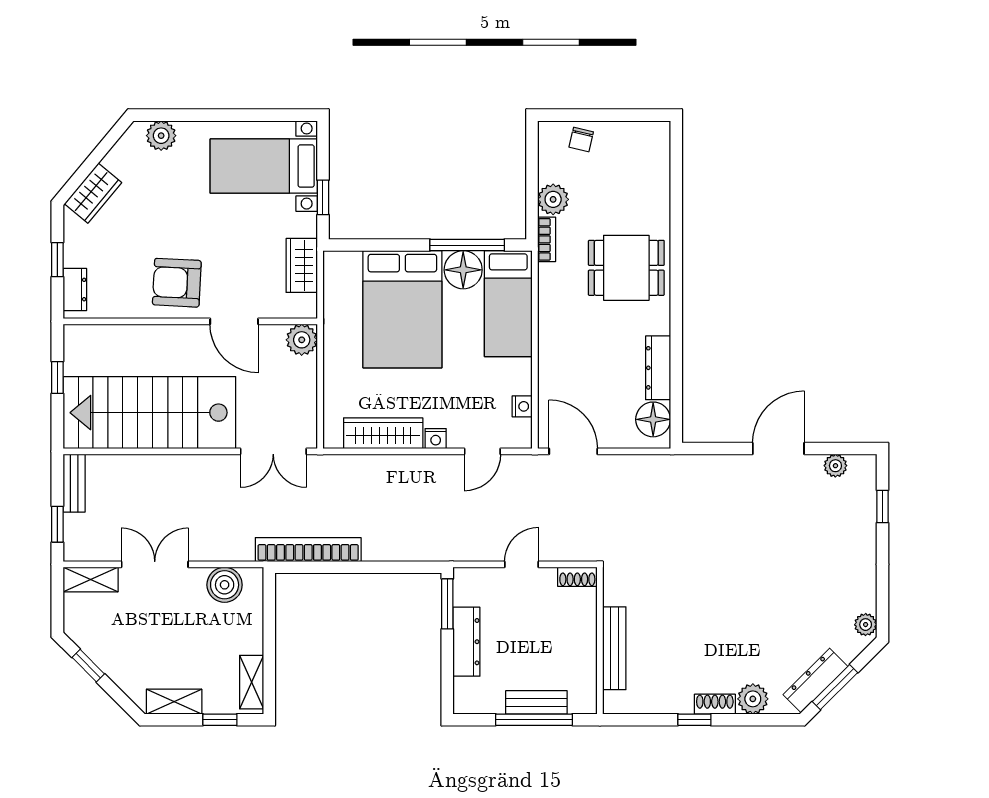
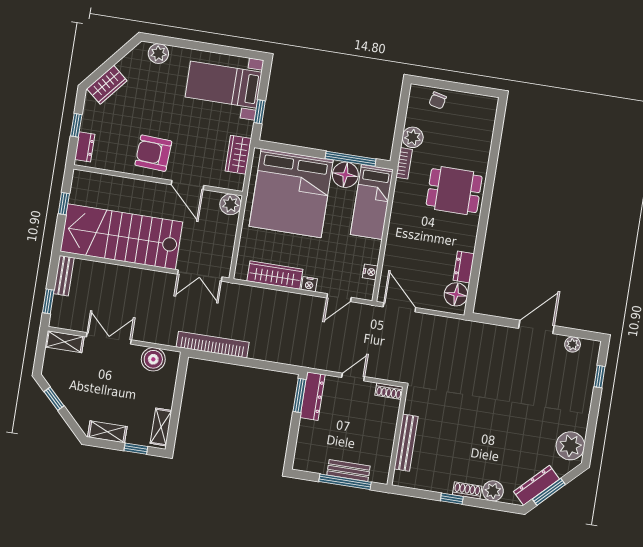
bed: (402, 309) -> (291, 193), width x1.36
dresser: (658, 368) -> (464, 267), width x0.70
plant: (866, 625) -> (570, 446), width x1.87, depth x1.87
dresser: (466, 642) -> (313, 396), moved

